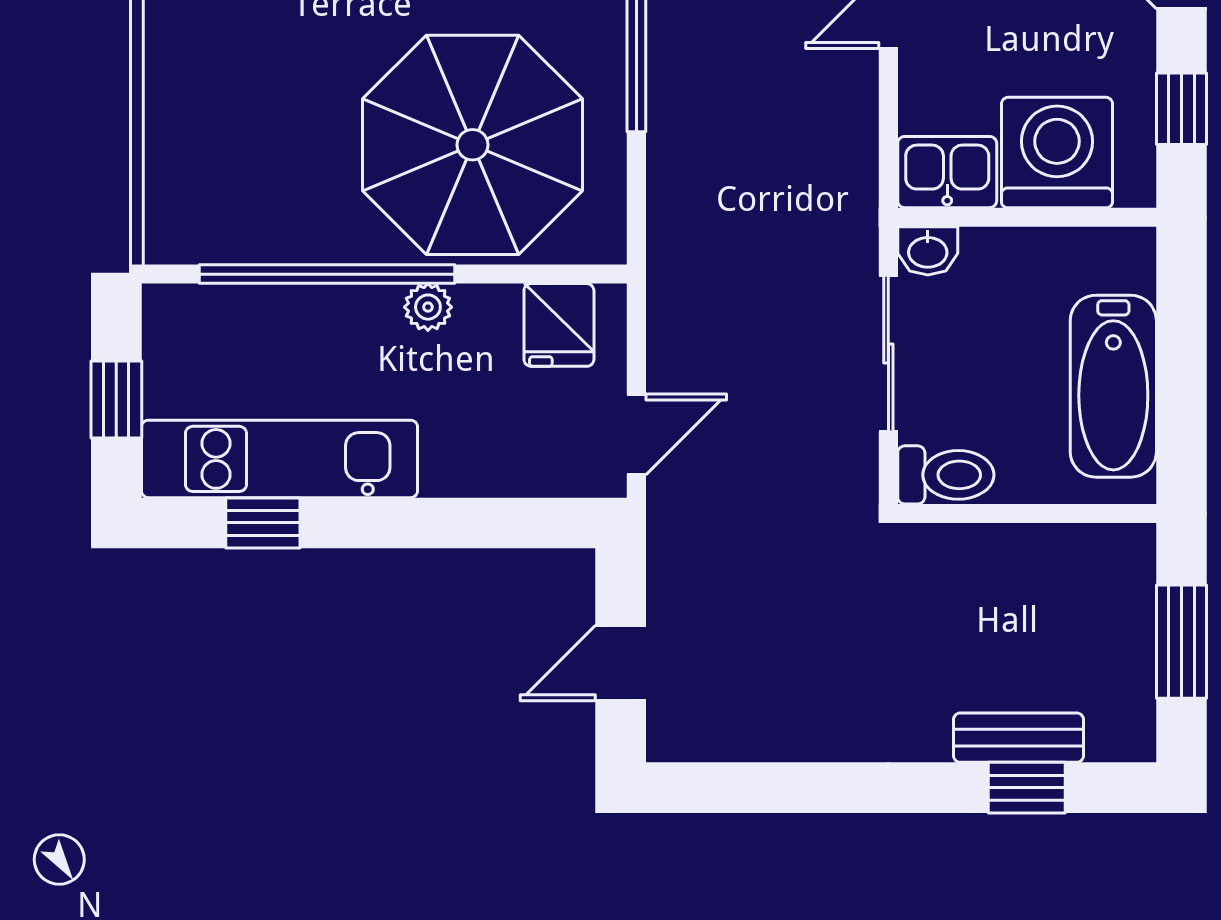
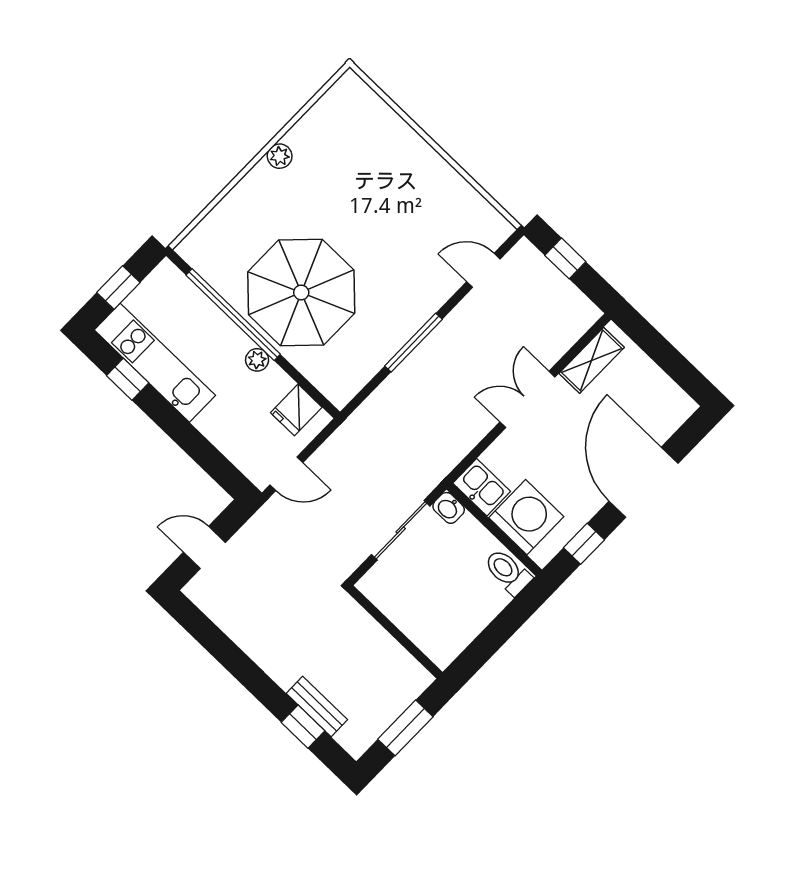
parasol: (473, 145) -> (301, 292), moved
bathtub: (1113, 386) -> (467, 617), removed
toilet: (946, 475) -> (508, 572), moved, turned 180

